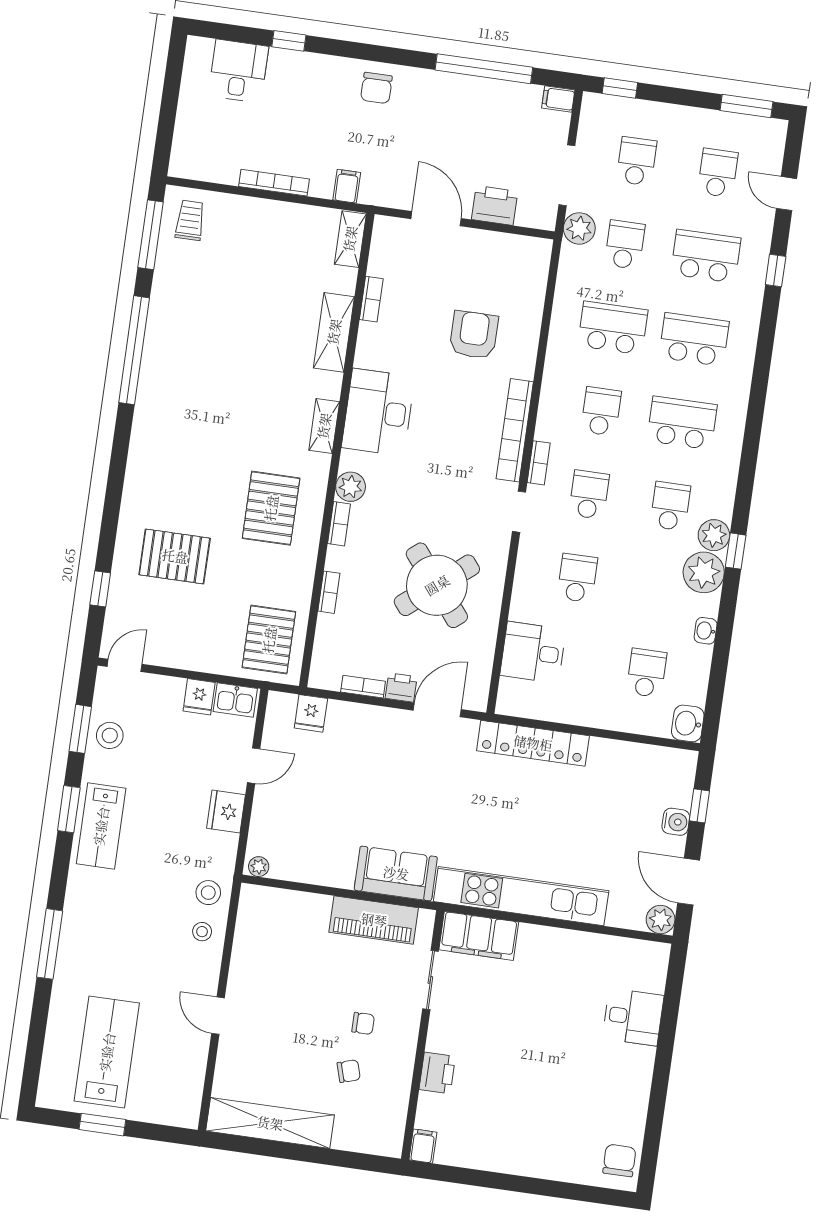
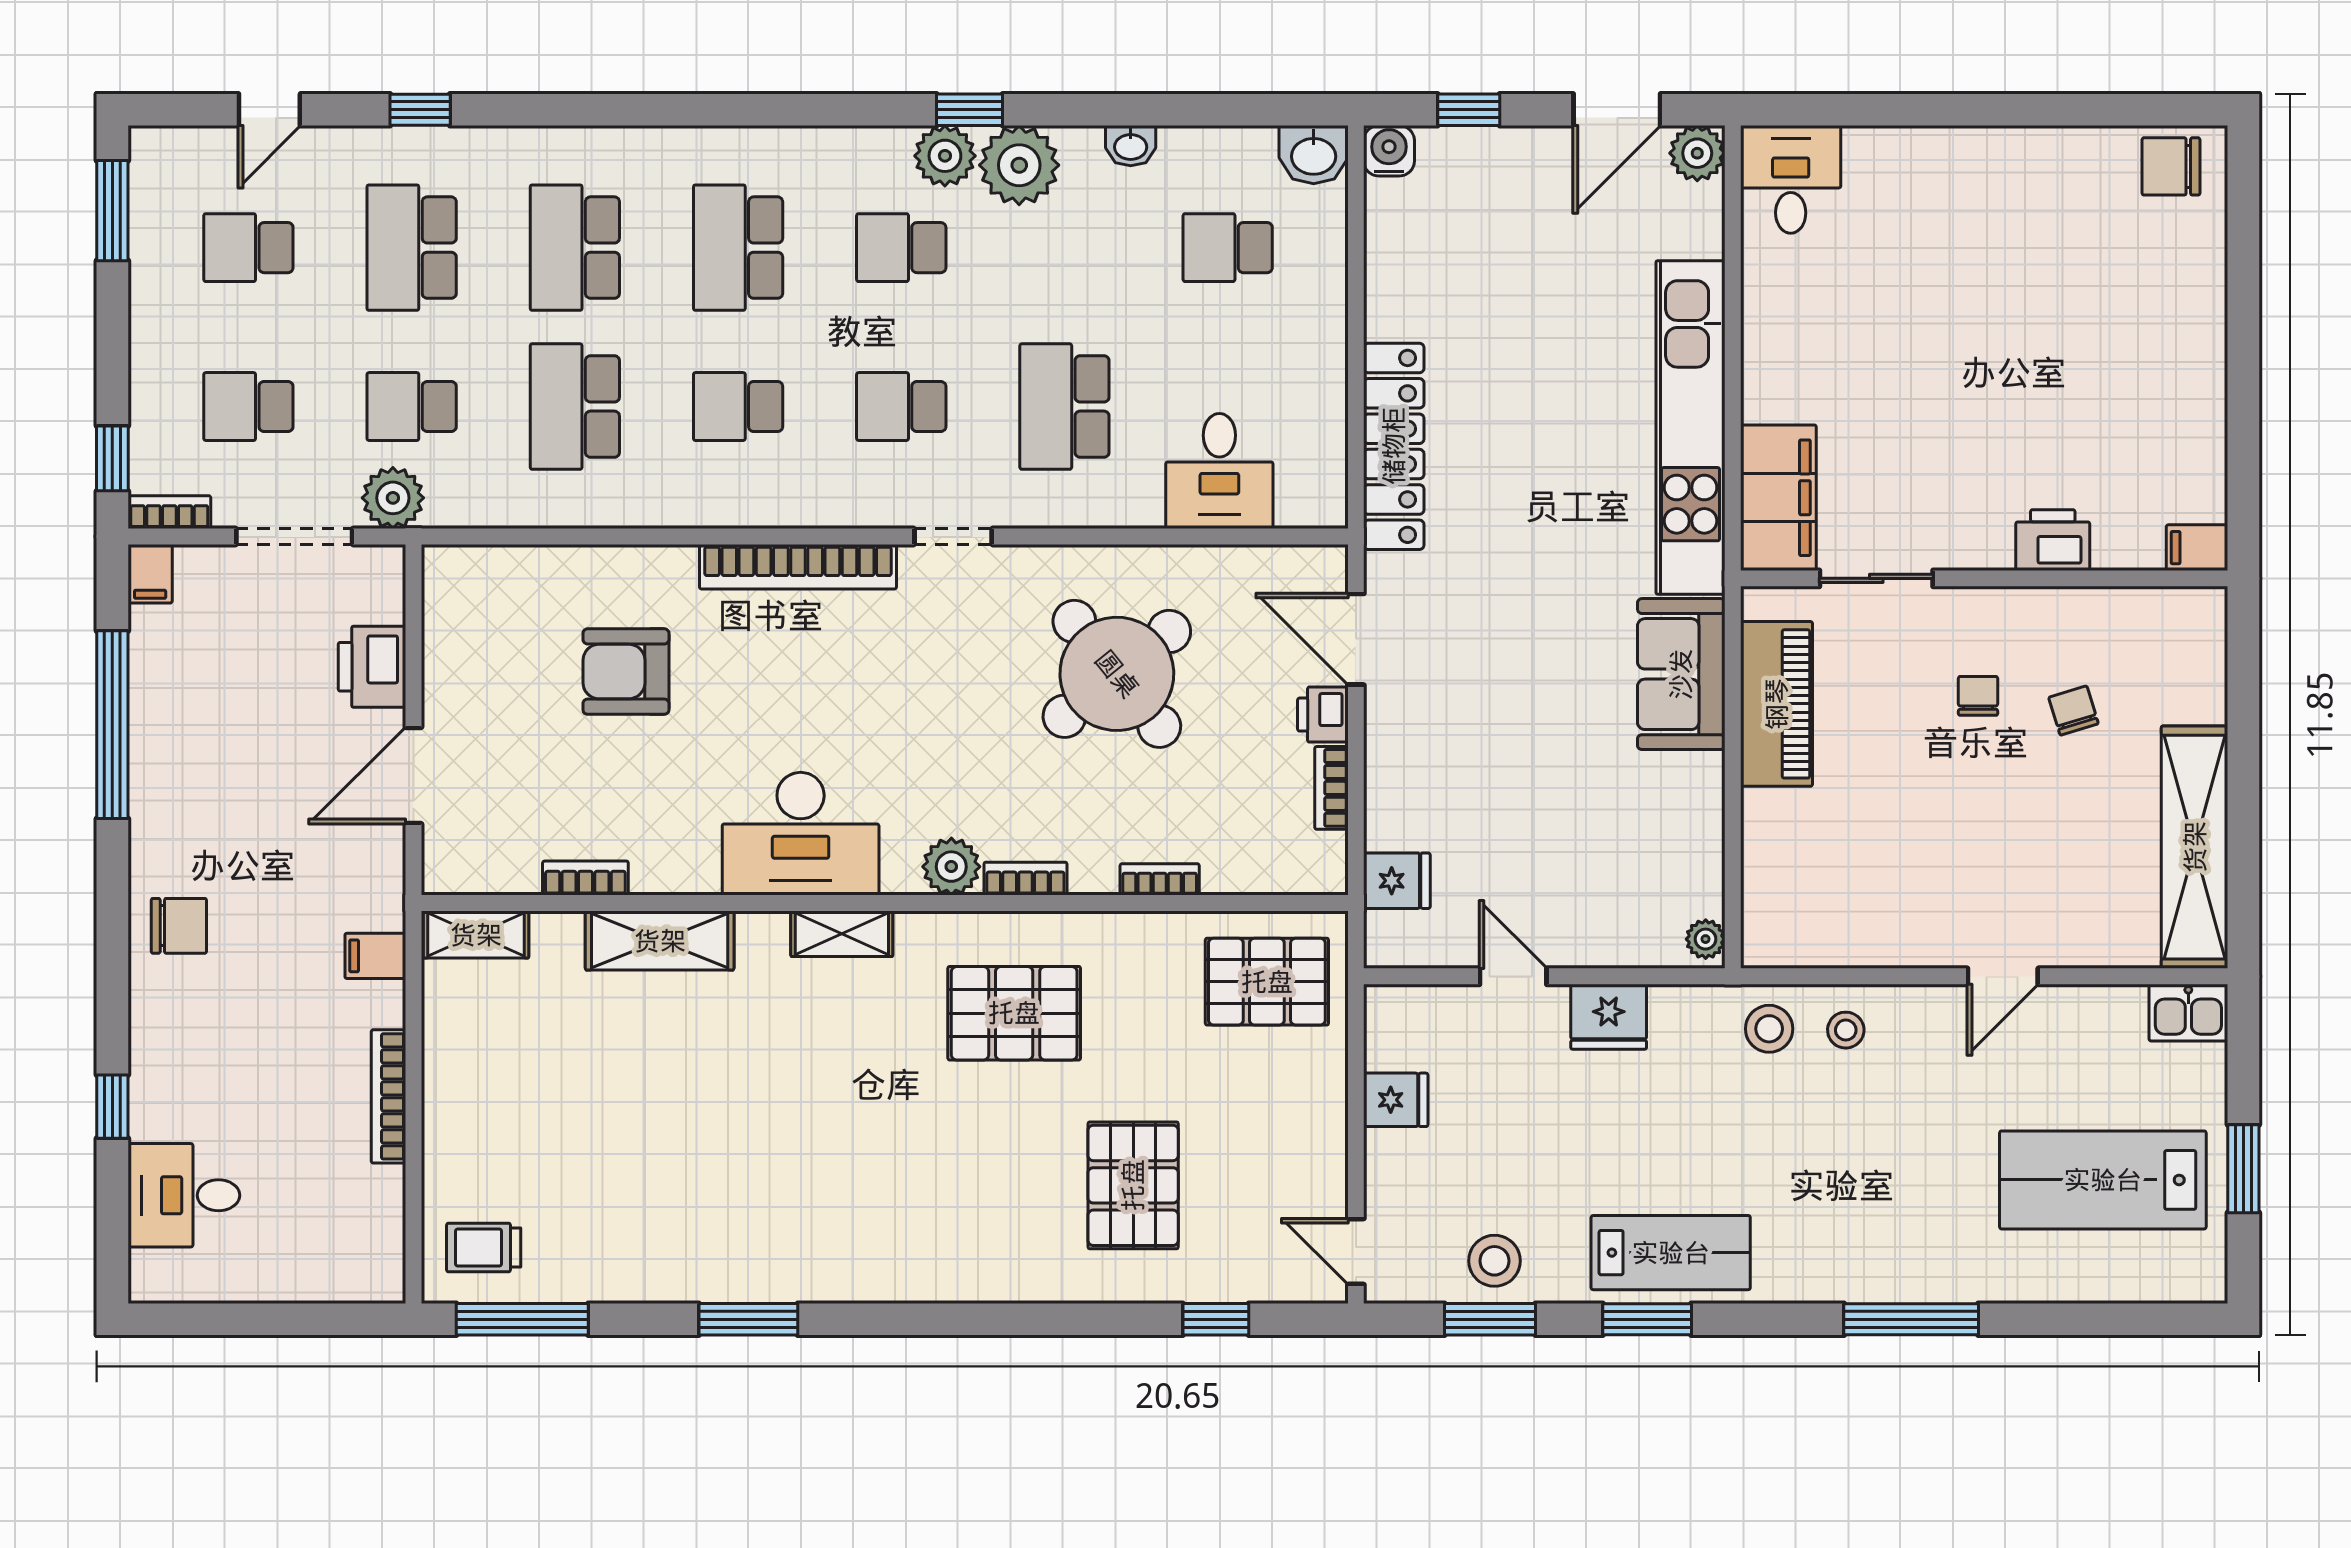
window: (134, 350) -> (748, 1319), width x0.47
bookcase: (539, 463) -> (169, 512), moved
school desk: (577, 578) -> (1064, 407), width x1.85
kitchen sink: (235, 700) -> (2188, 1013), moved, turned 90
water cooler: (676, 822) -> (1389, 151), moved
desk: (633, 1017) -> (1791, 179), moved

